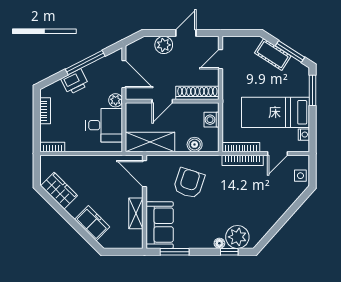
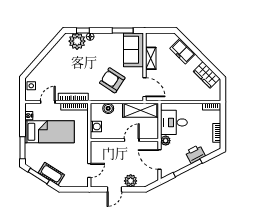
shoe rack: (197, 93) -> (106, 146), removed
armchair: (189, 183) -> (112, 80), turned 105

